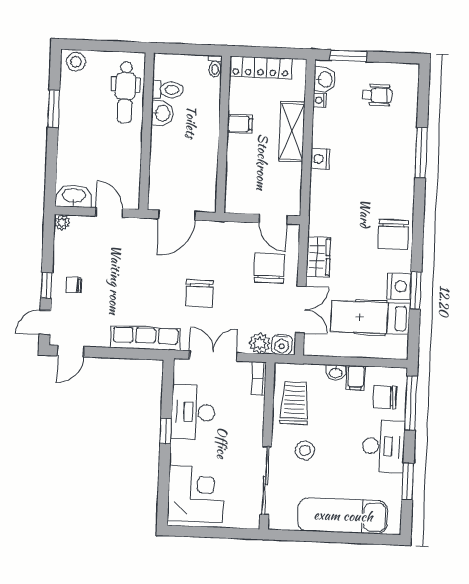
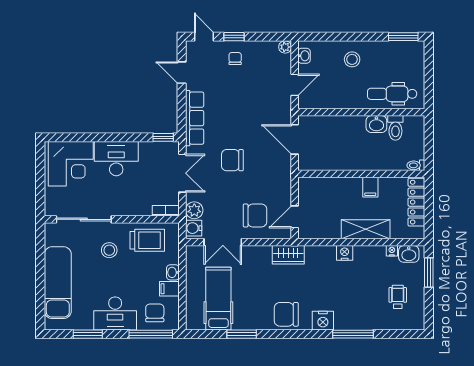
stool: (76, 62) -> (352, 59), moved
wheelchair: (377, 95) -> (398, 297), turned 180
window: (54, 109) -> (403, 37), moved
washbasin: (74, 196) -> (304, 56), width x0.52, depth x0.69
wardrobe: (318, 257) -> (288, 255), moved
nightstand: (399, 286) -> (323, 321), moved
door: (71, 351) -> (182, 73), moved
desk: (193, 412) -> (116, 159), moved
window: (166, 431) -> (163, 137), moved

